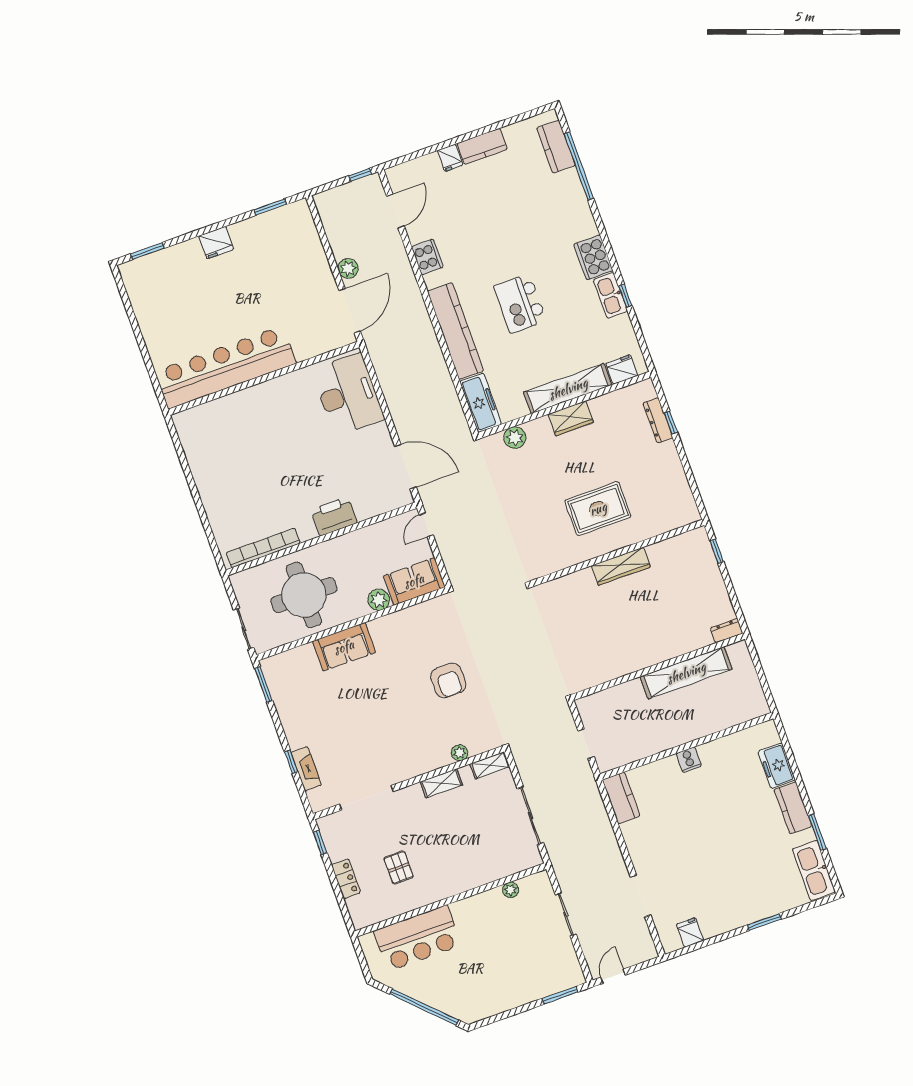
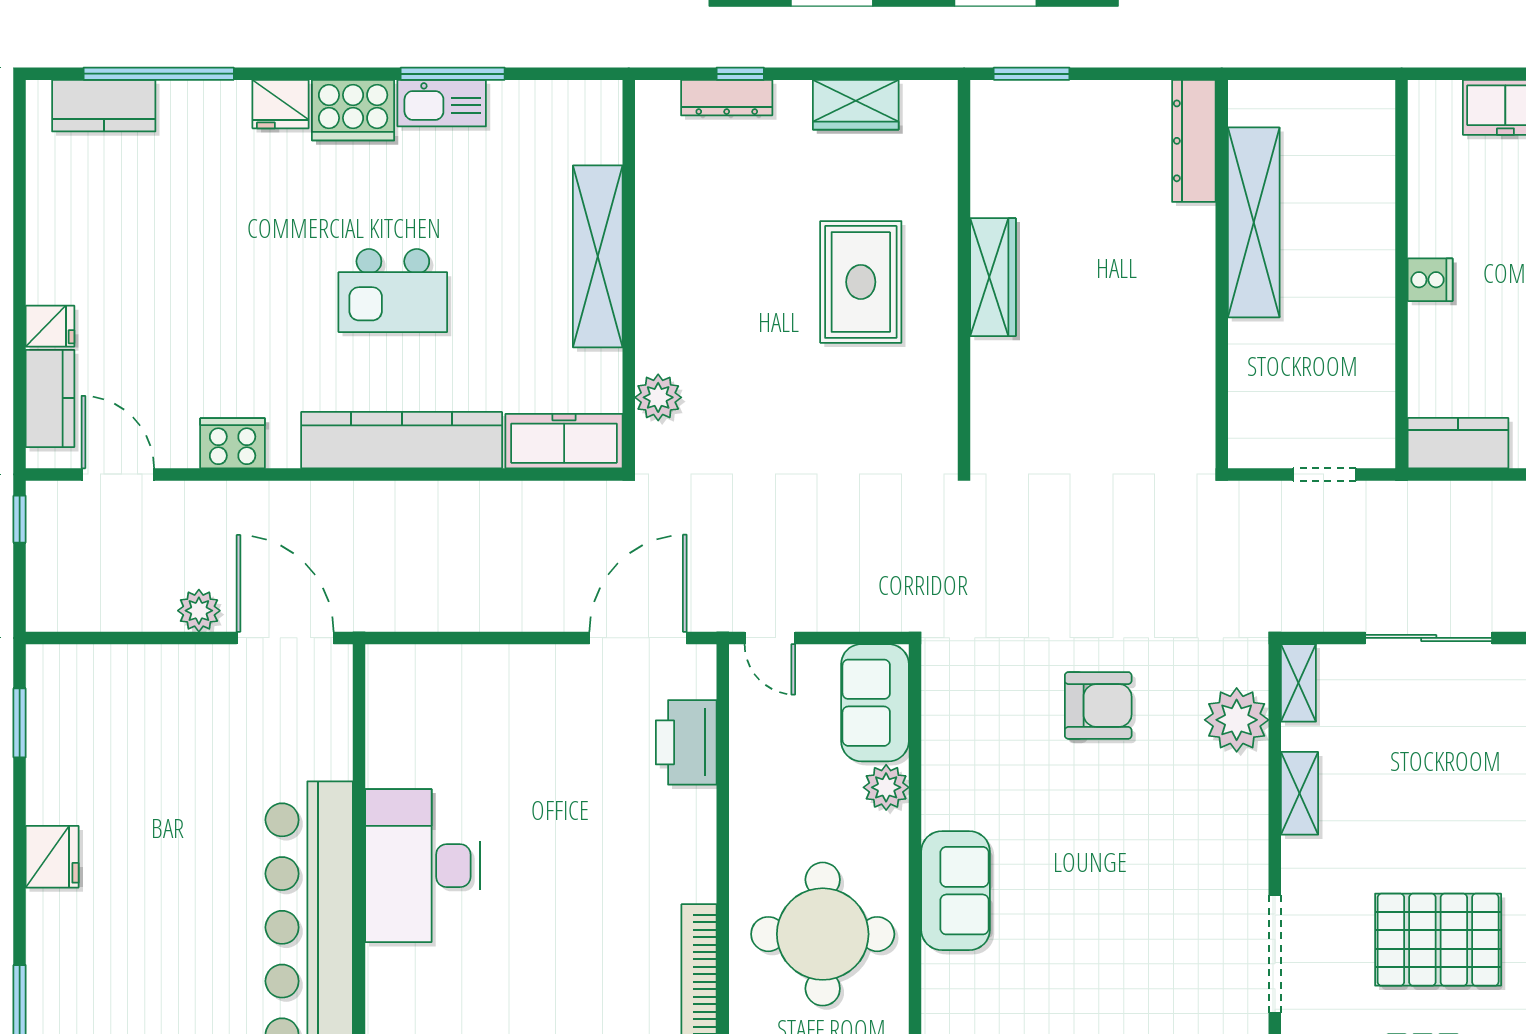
kitchen counter: (482, 146) -> (50, 398), moved
window: (625, 296) -> (453, 74), width x2.17
fridge: (622, 369) -> (281, 104), moved, turned -90
desk: (348, 395) -> (422, 866), moved, turned -90
wardrobe: (571, 418) -> (856, 105), moved, turned 90
printer: (334, 516) -> (686, 742), moved
window: (717, 551) -> (1032, 74), width x1.50
dresser: (727, 631) -> (1194, 141), width x1.96, depth x1.24
plant: (460, 753) -> (1237, 720), width x1.88, depth x1.88
pallet: (399, 867) -> (1438, 940), width x2.05, depth x2.00

